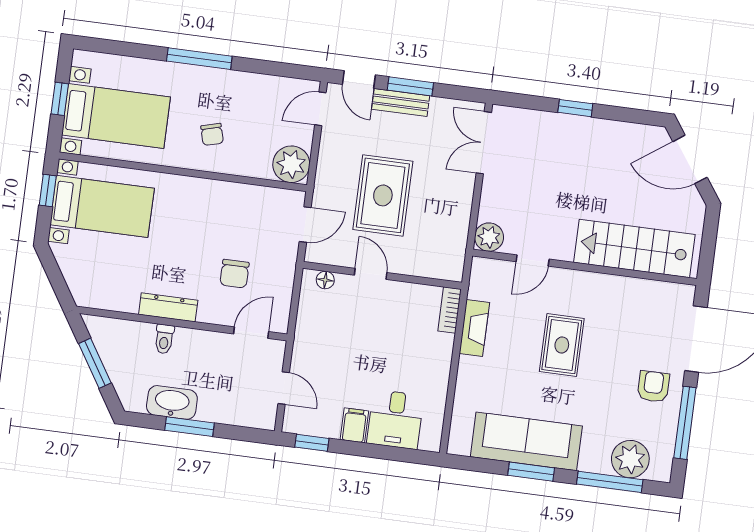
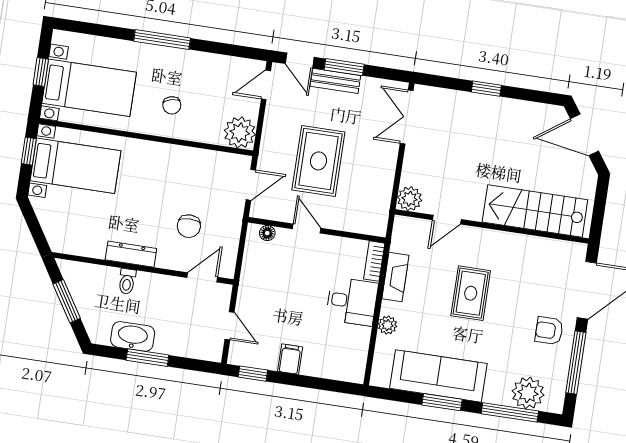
plant: (466, 384) -> (388, 325), added
armchair: (653, 387) -> (549, 331), turned -90
desk: (395, 419) -> (352, 301), moved, turned -90

